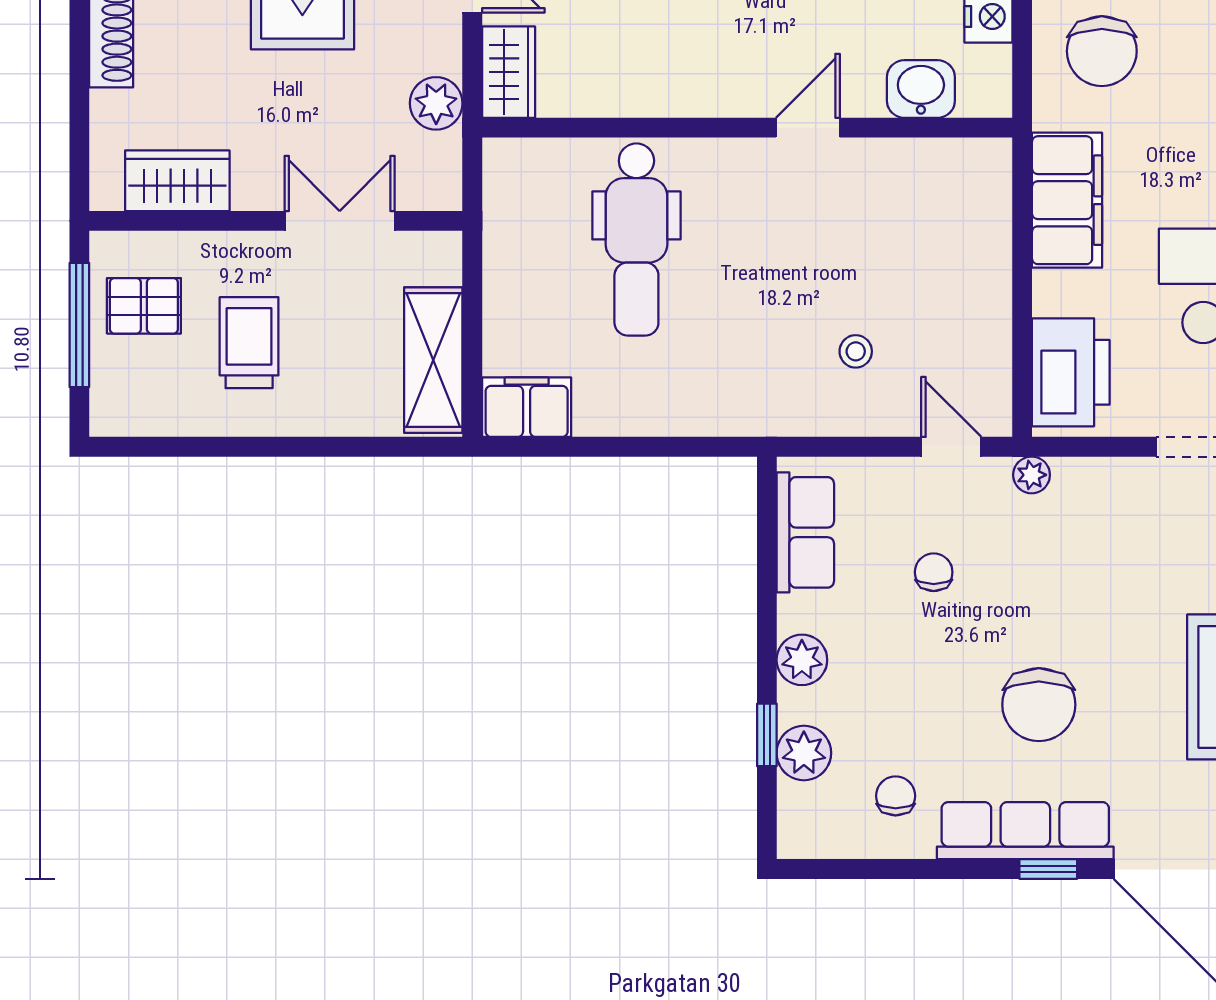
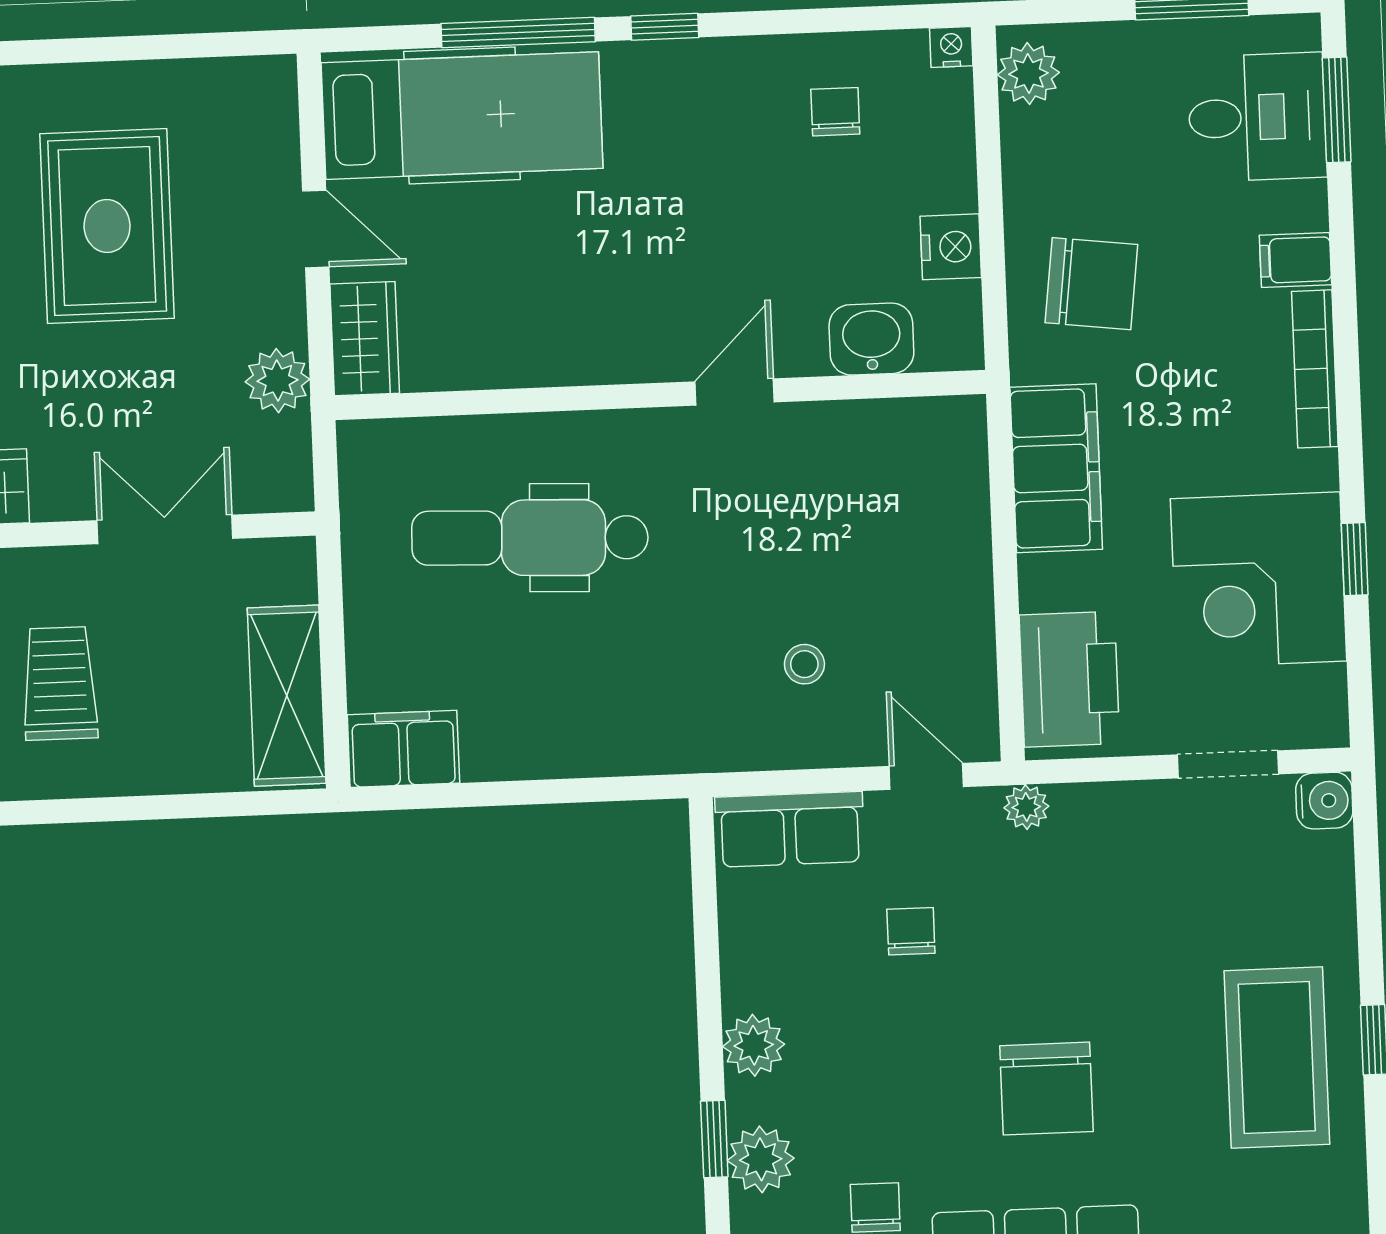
chair: (1102, 51) -> (1091, 284), turned -83
dental chair: (636, 239) -> (530, 538), turned 92
row of seats: (805, 532) -> (790, 829), moved, turned 90

